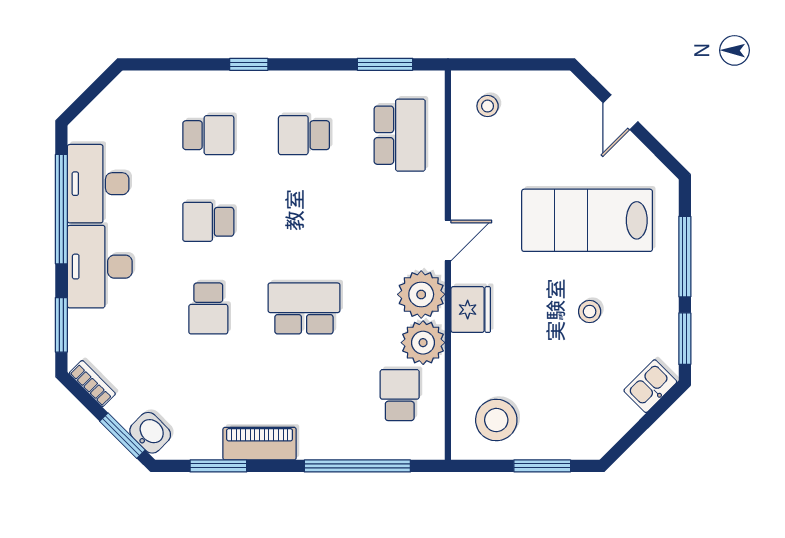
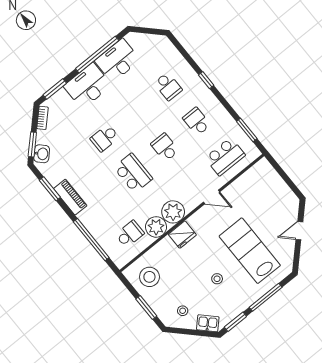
stool: (488, 106) -> (183, 311), moved
school desk: (208, 222) -> (165, 147), moved
door: (448, 240) -> (212, 197), moved

